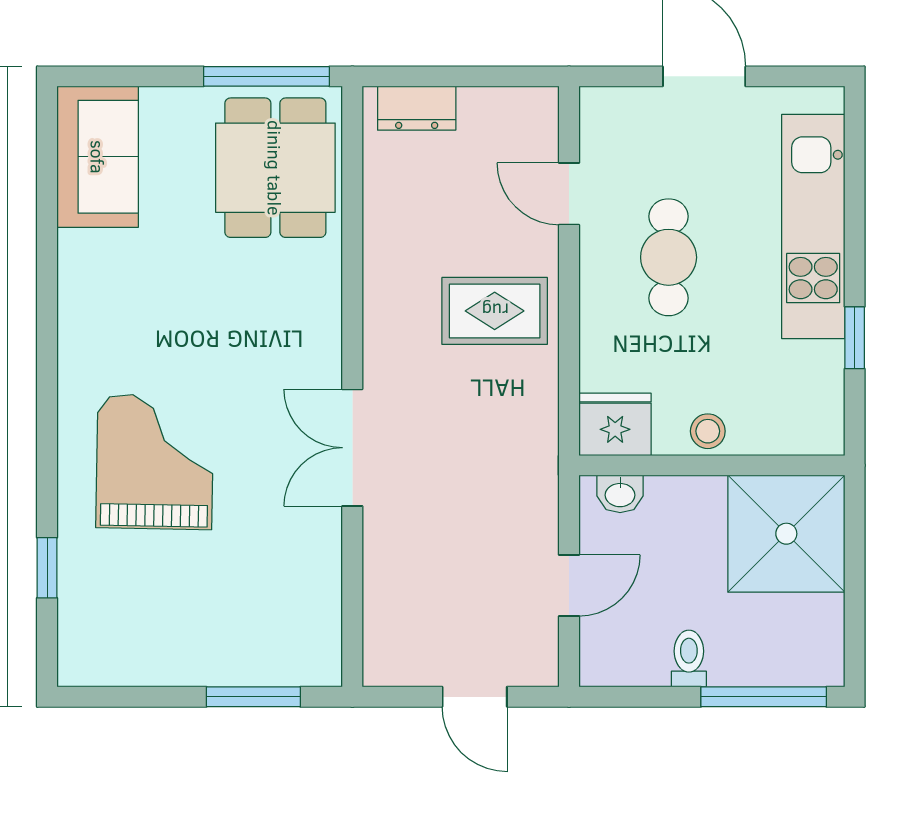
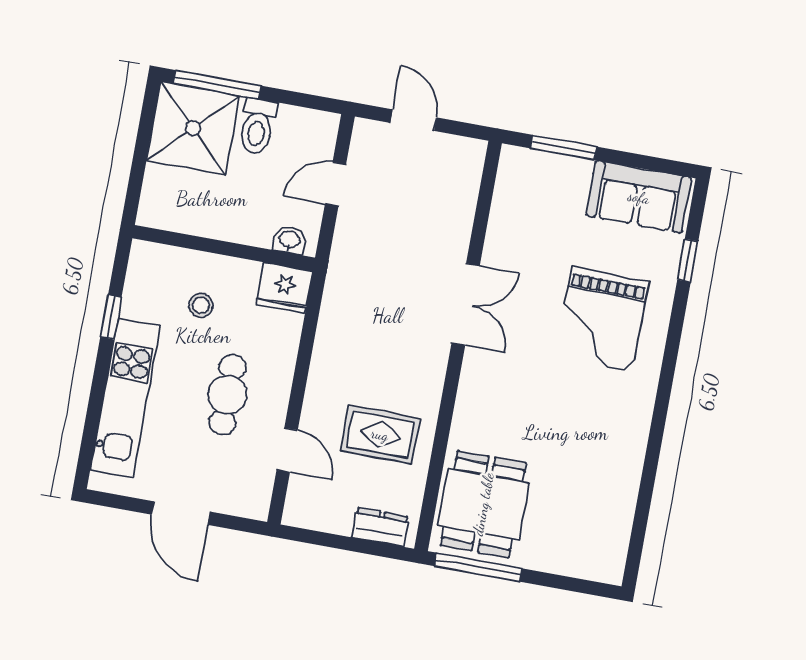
sofa: (98, 157) -> (639, 197), moved, turned -90
rug: (495, 311) -> (380, 434), moved
stool: (708, 431) -> (201, 305), moved
shower: (786, 534) -> (193, 128), moved
toilet: (689, 659) -> (257, 126), width x1.37, depth x1.39

